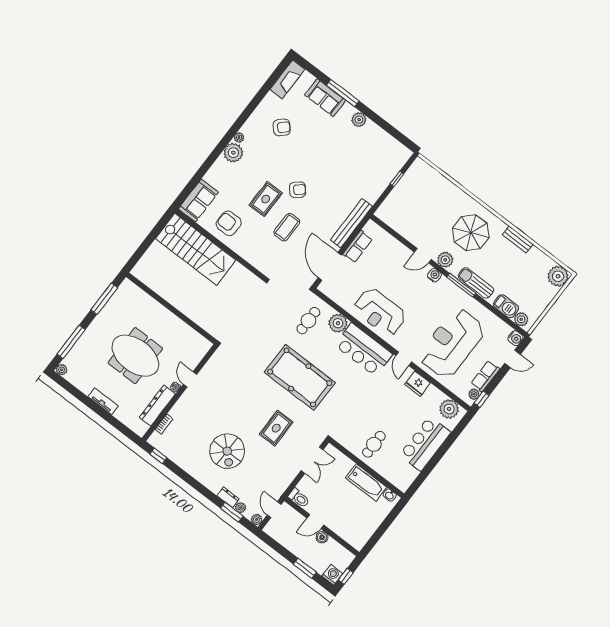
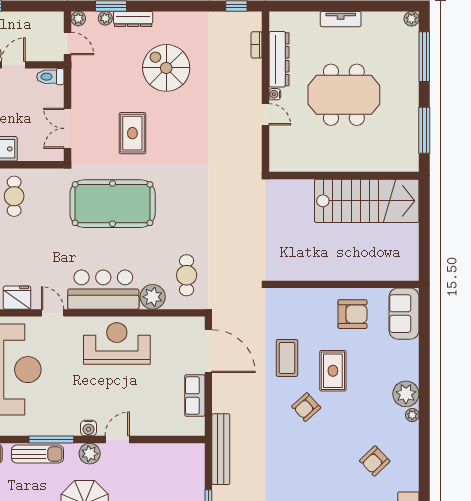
bench: (351, 223) -> (221, 449), moved
stairs: (196, 249) -> (367, 201), moved, turned 180
pool table: (300, 377) -> (113, 204), moved
dresser: (228, 497) -> (133, 19), width x1.44

